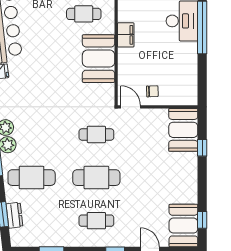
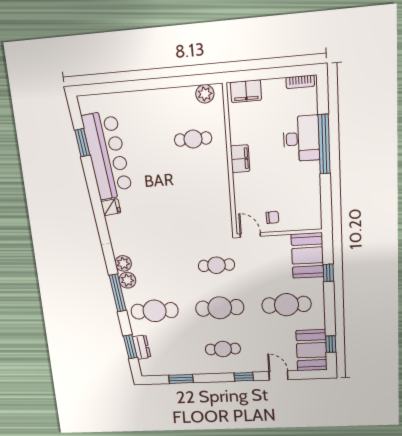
booth: (99, 59) -> (213, 186), removed
cafe table: (161, 178) -> (286, 305), added

